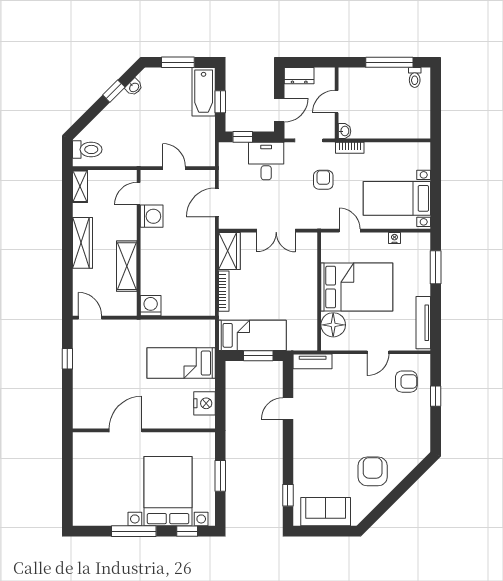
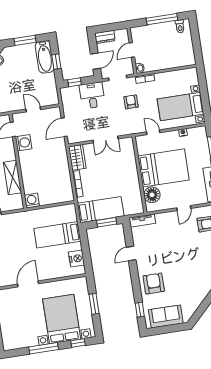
armchair: (373, 471) -> (154, 283), moved

